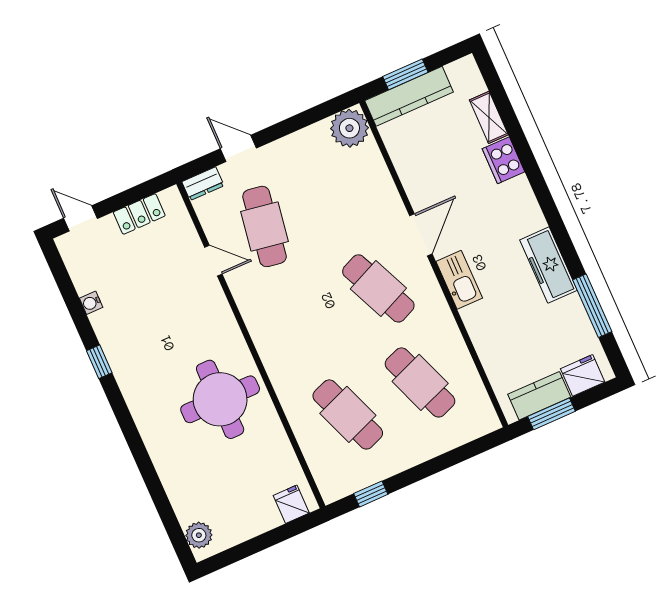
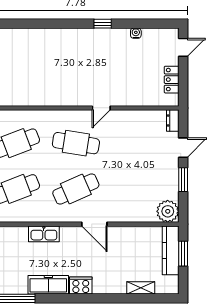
window: (289, 126) -> (183, 180), added
cooker: (503, 160) -> (81, 285), moved
cafe table: (265, 226) -> (76, 143), moved
door: (213, 261) -> (101, 108), moved
kitchen sink: (459, 280) -> (44, 234), moved
round table: (220, 399) -> (54, 79), removed

